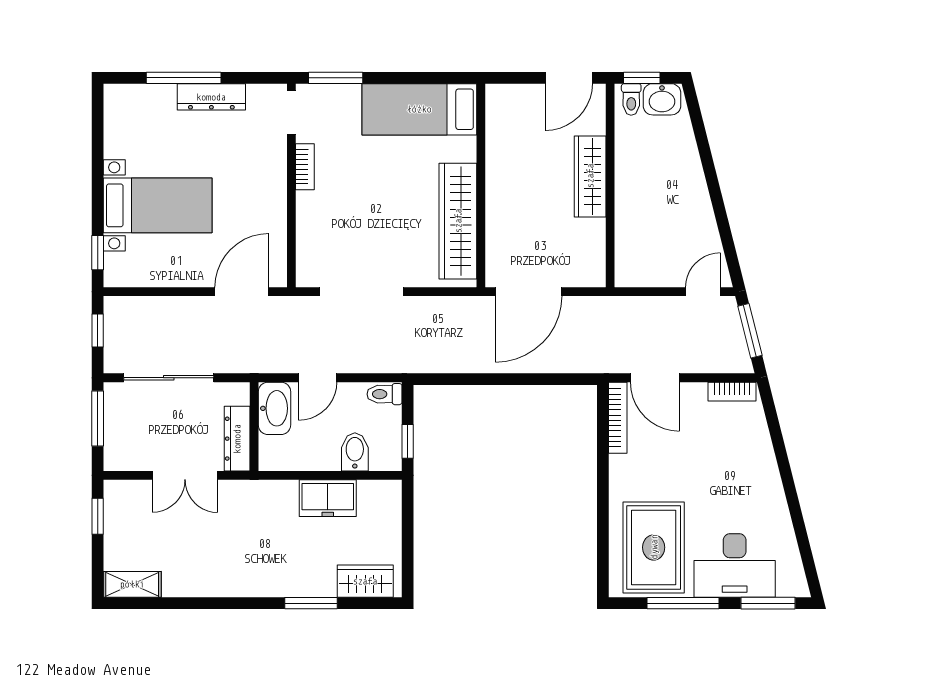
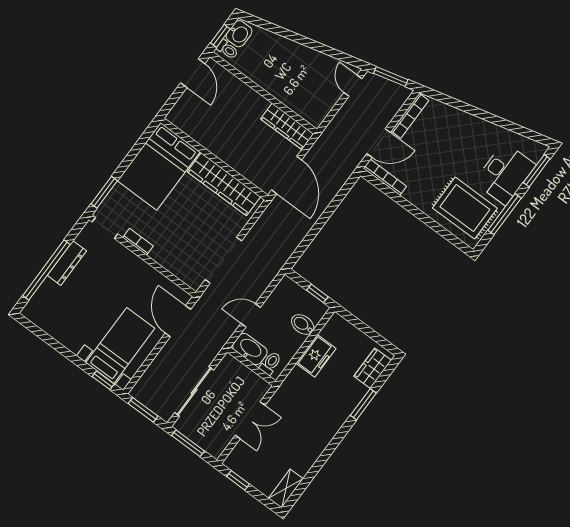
window: (184, 78) -> (46, 270), width x1.46
bed: (419, 109) -> (159, 166), width x1.50
wardrobe: (590, 176) -> (287, 126), moved
bed with nightstands: (158, 205) -> (120, 345), moved
window: (98, 330) -> (143, 410), width x1.50
door: (318, 378) -> (251, 315), swing flipped
bookcase: (732, 392) -> (410, 116), width x1.56
toilet: (385, 394) -> (271, 363), moved, turned 180
dresser: (237, 439) -> (251, 380), removed

